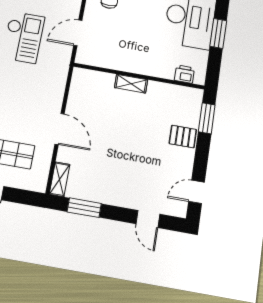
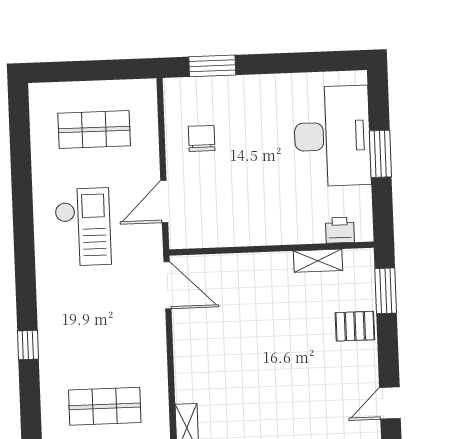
shelving: (131, 84) -> (318, 261), moved
door: (60, 129) -> (167, 285), moved

